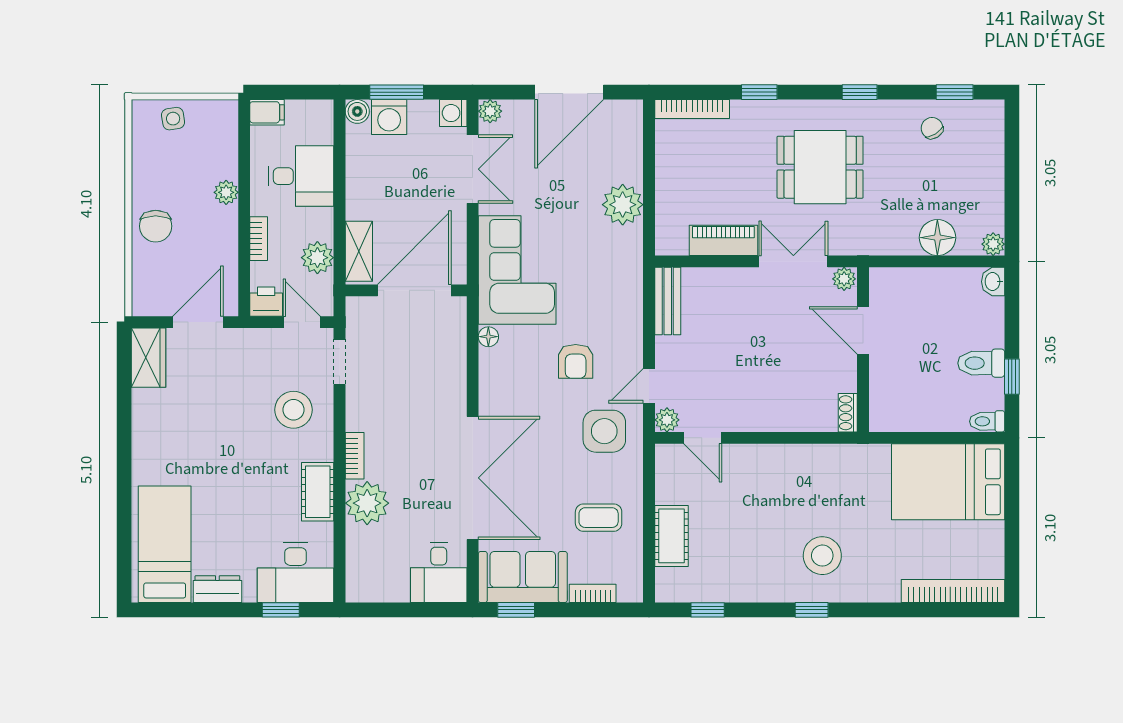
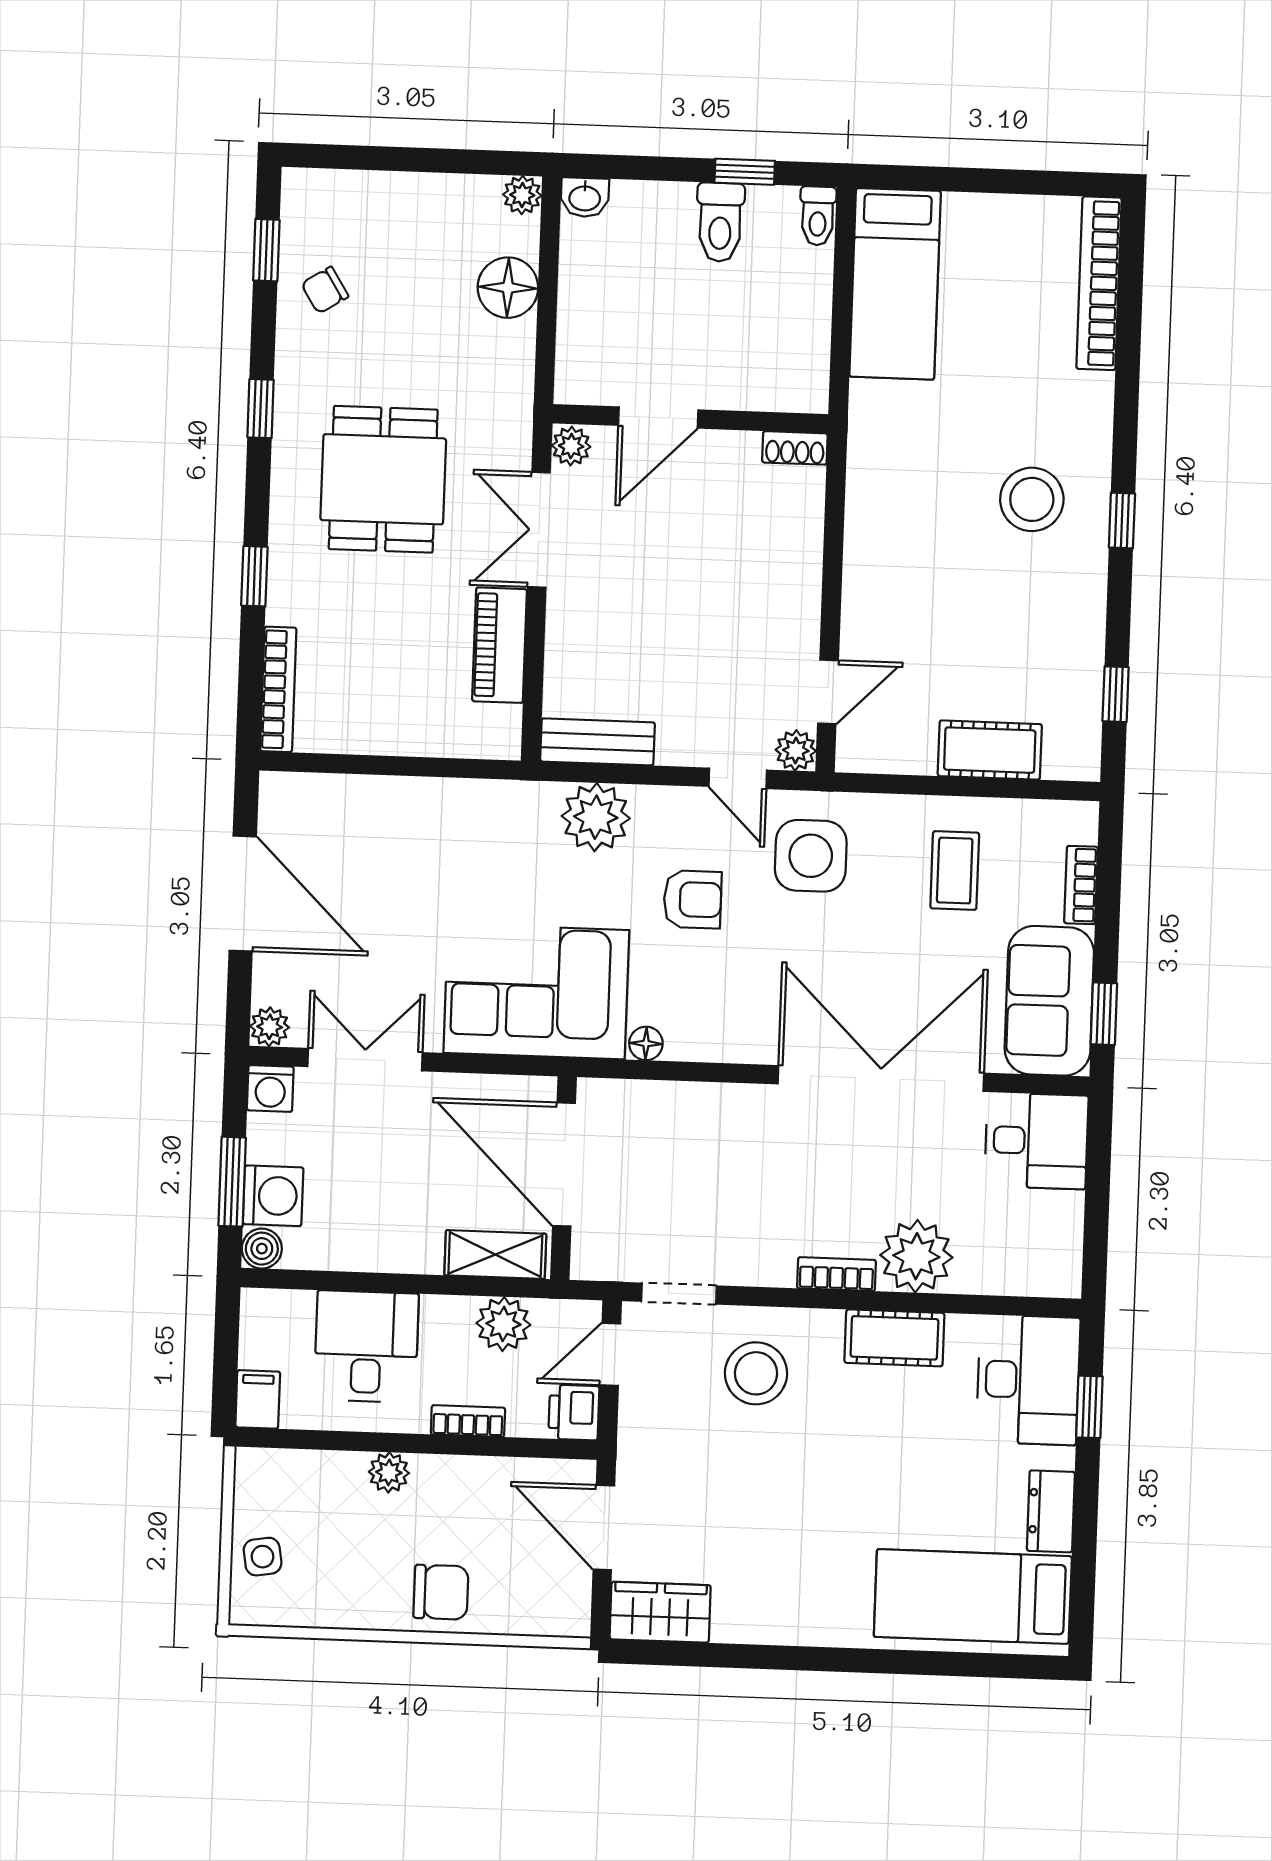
plant: (623, 205) -> (596, 817), moved
bed: (948, 482) -> (895, 284), width x0.67

